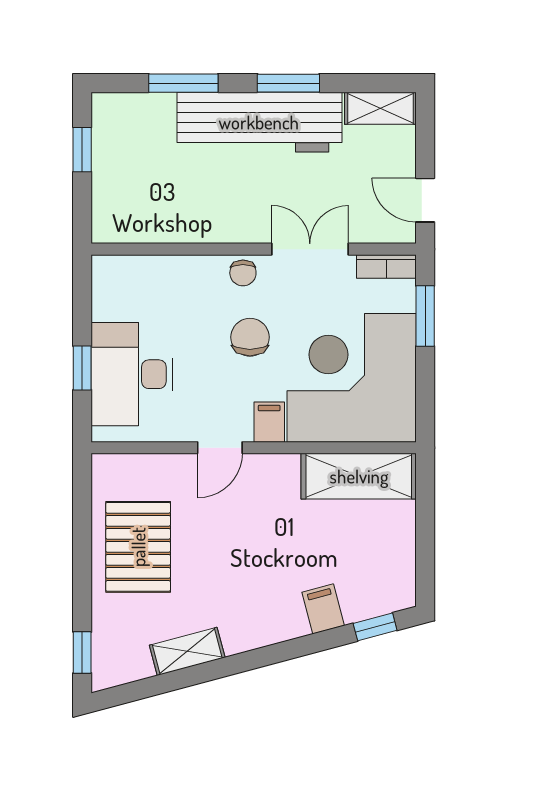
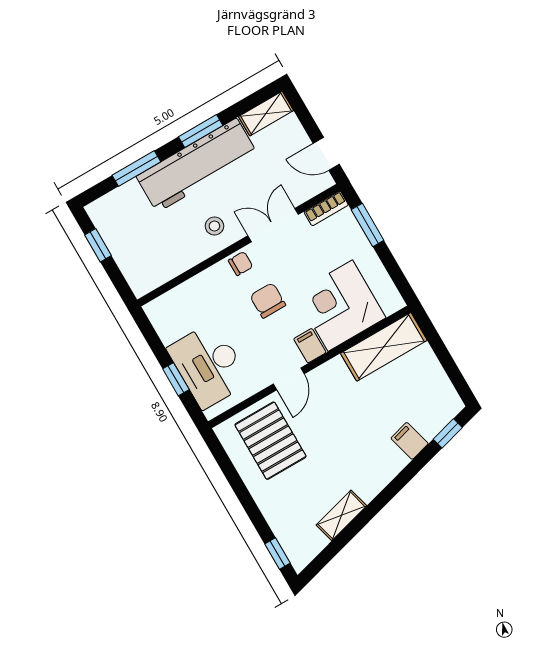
stool: (238, 209) -> (214, 226), added
chair: (243, 273) -> (241, 264), turned -90
corner desk: (352, 378) -> (340, 306), width x0.74, depth x0.74
pallet: (138, 547) -> (270, 441), moved

